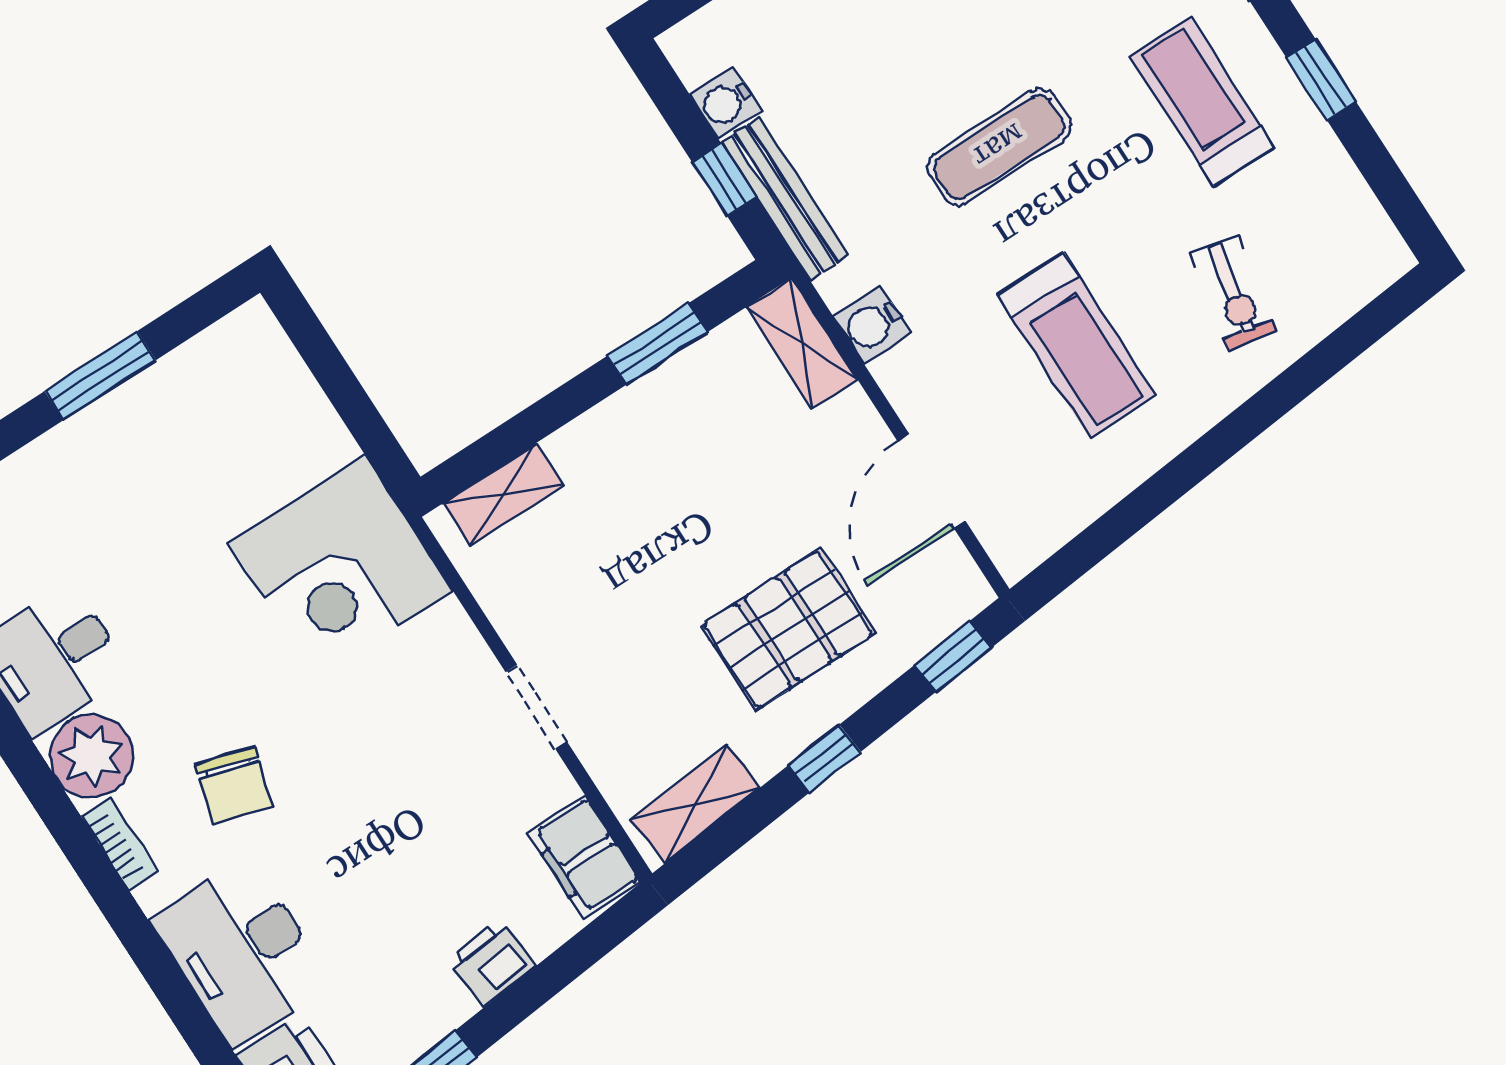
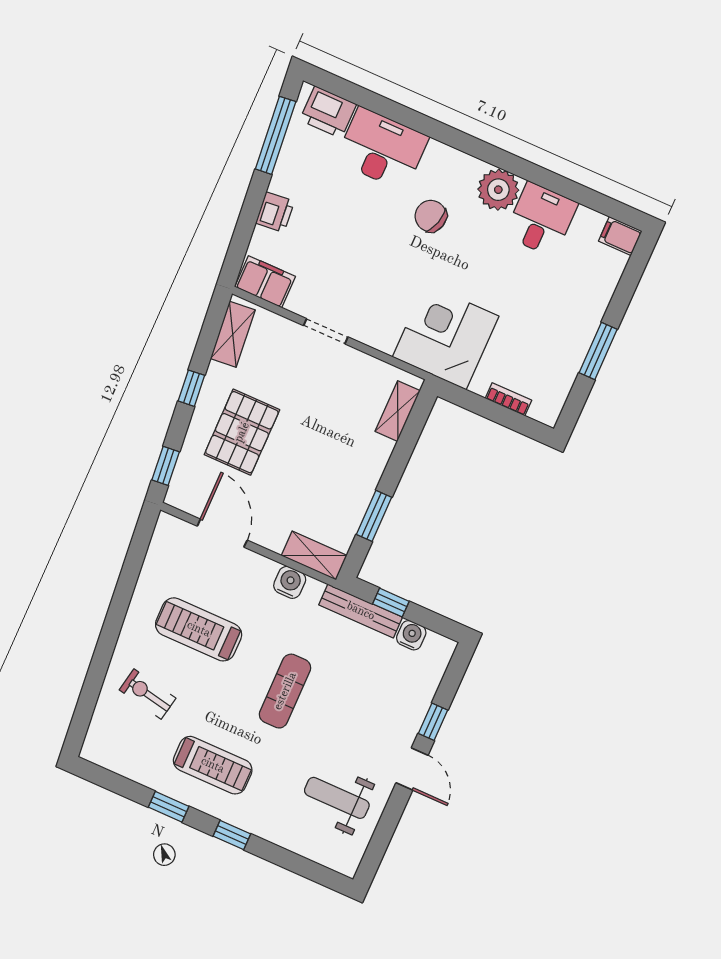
bookcase: (120, 844) -> (508, 399), moved, turned 180

